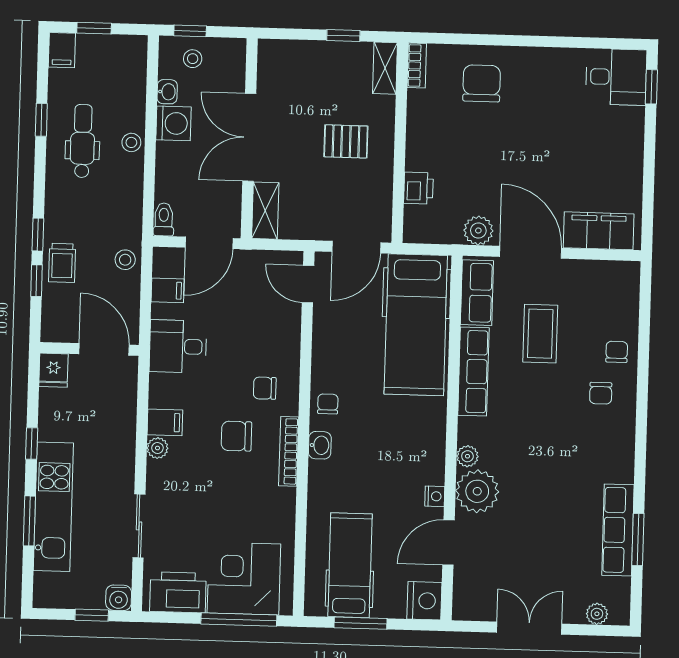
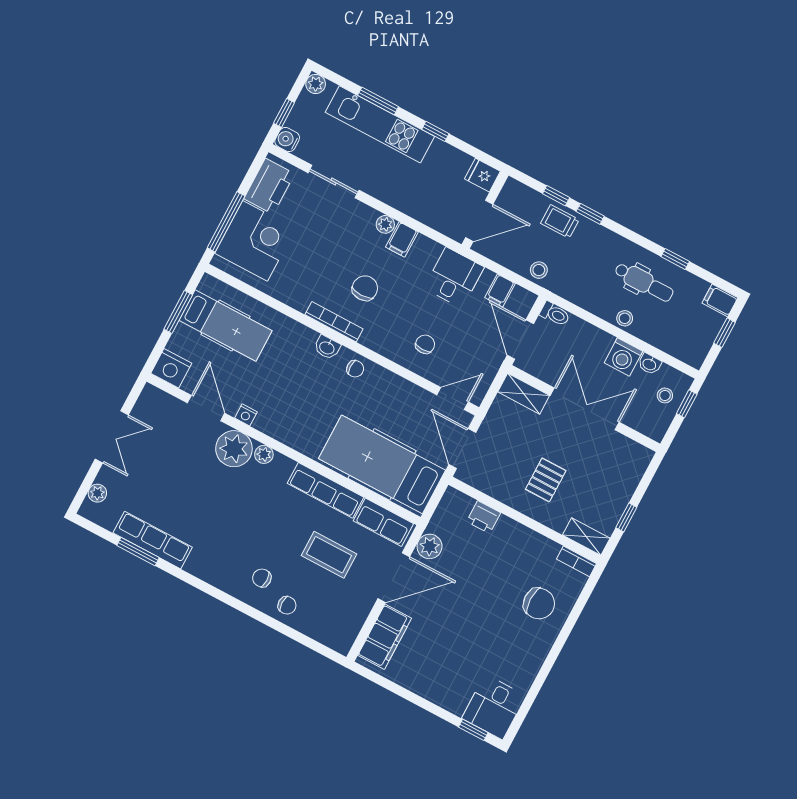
chair: (265, 388) -> (425, 344), moved
plant: (44, 597) -> (316, 84), added

